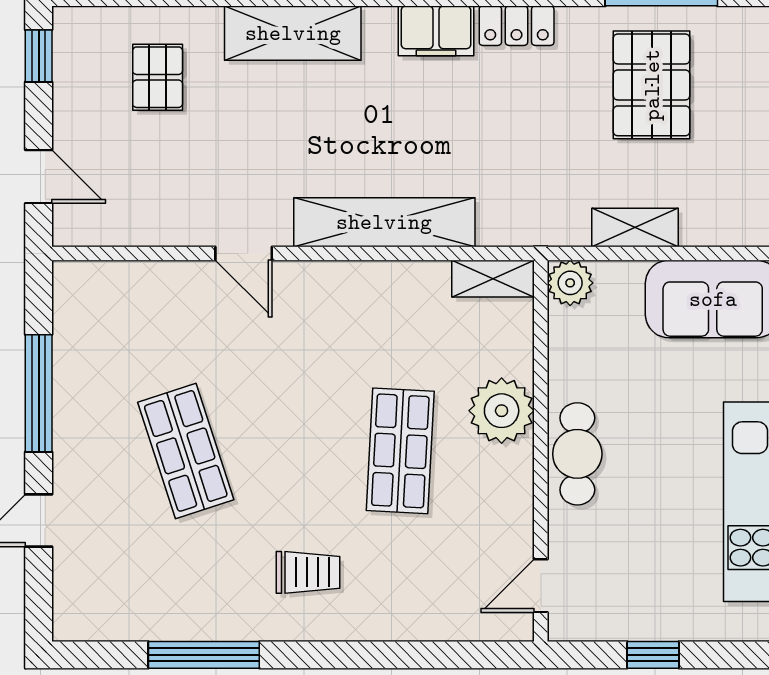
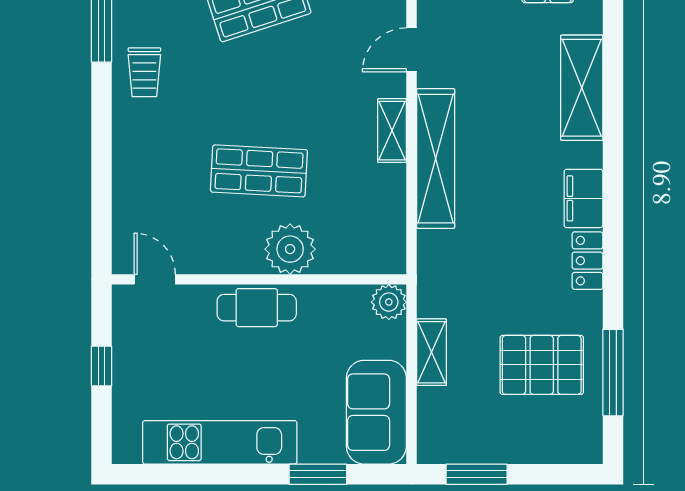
shelving: (493, 279) -> (392, 131), moved
trolley: (308, 572) -> (144, 72), moved

